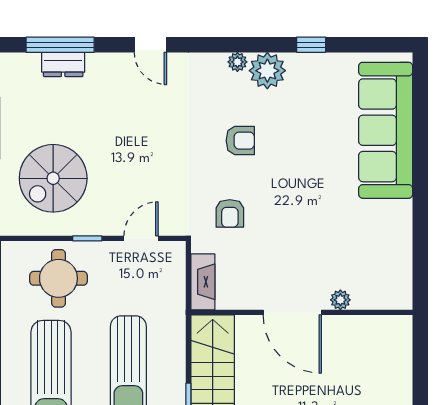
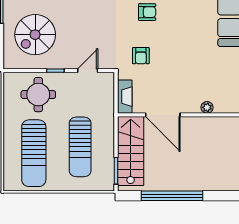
door: (292, 312) -> (163, 115), moved

